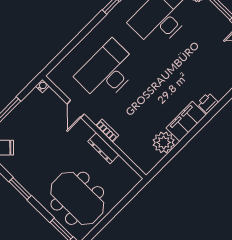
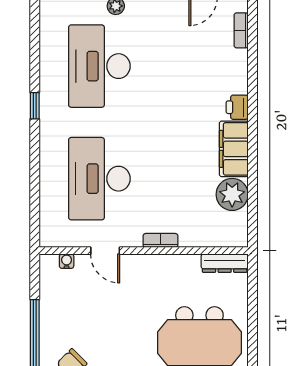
water cooler: (42, 86) -> (67, 261), moved
dresser: (103, 148) -> (225, 263), moved

